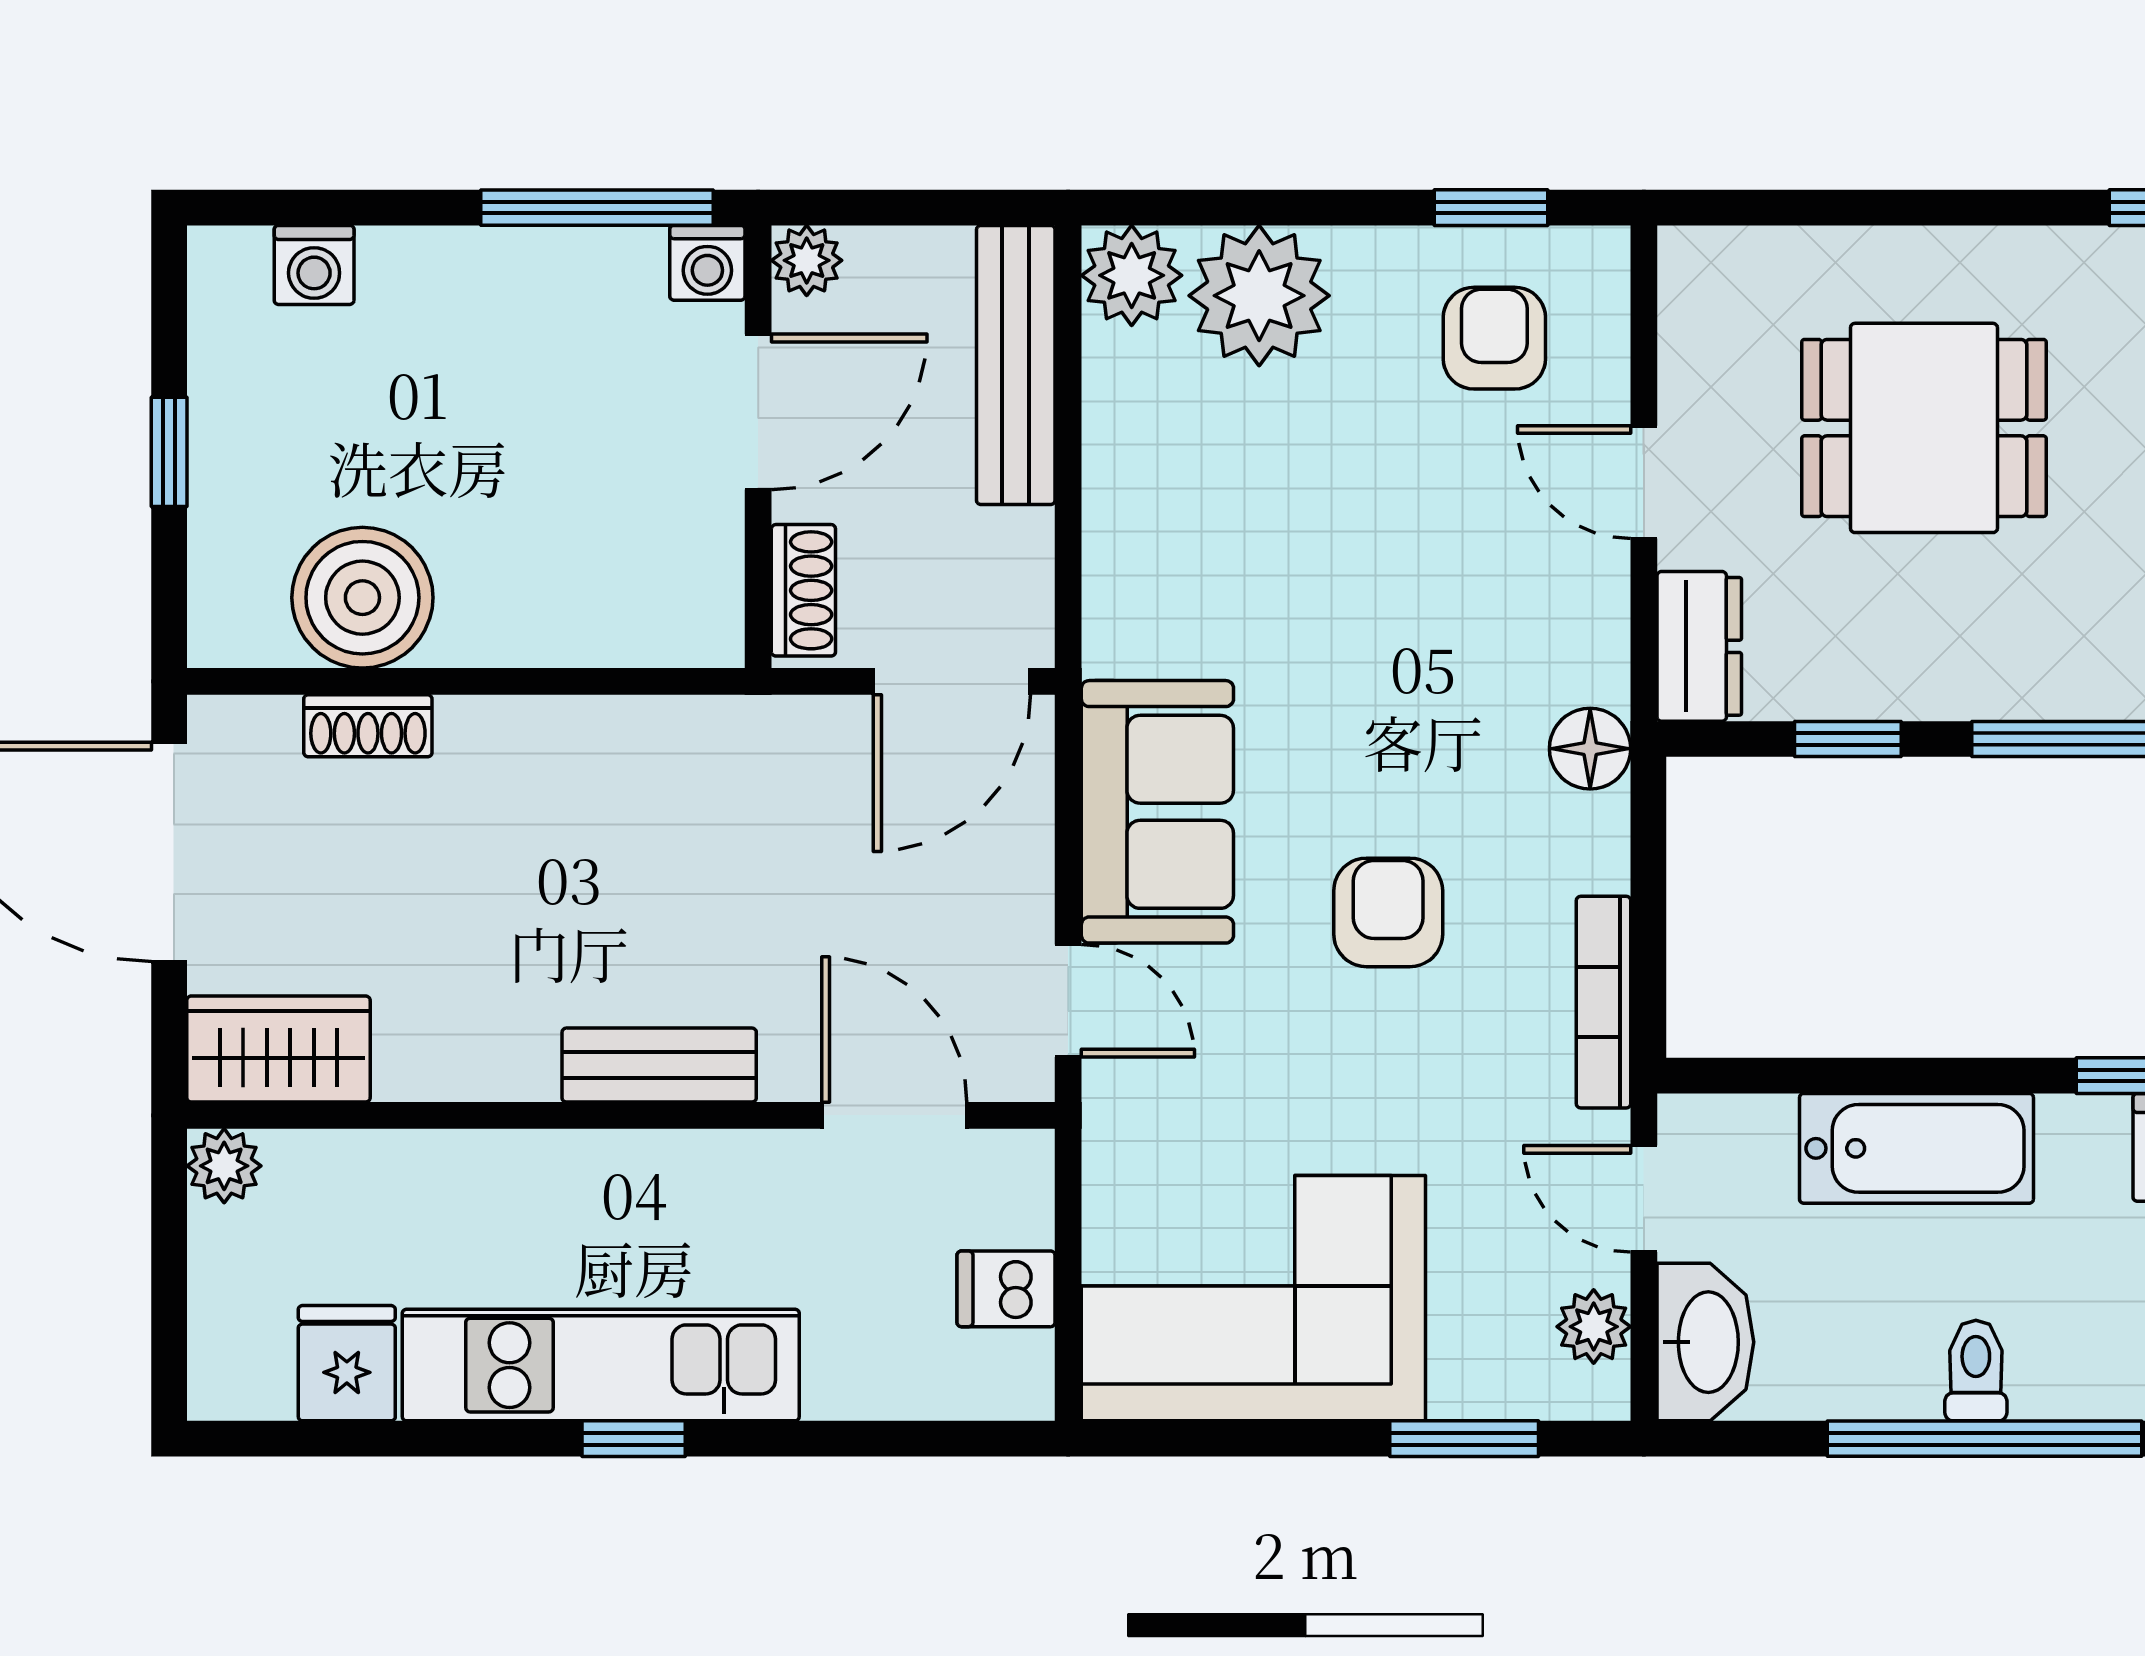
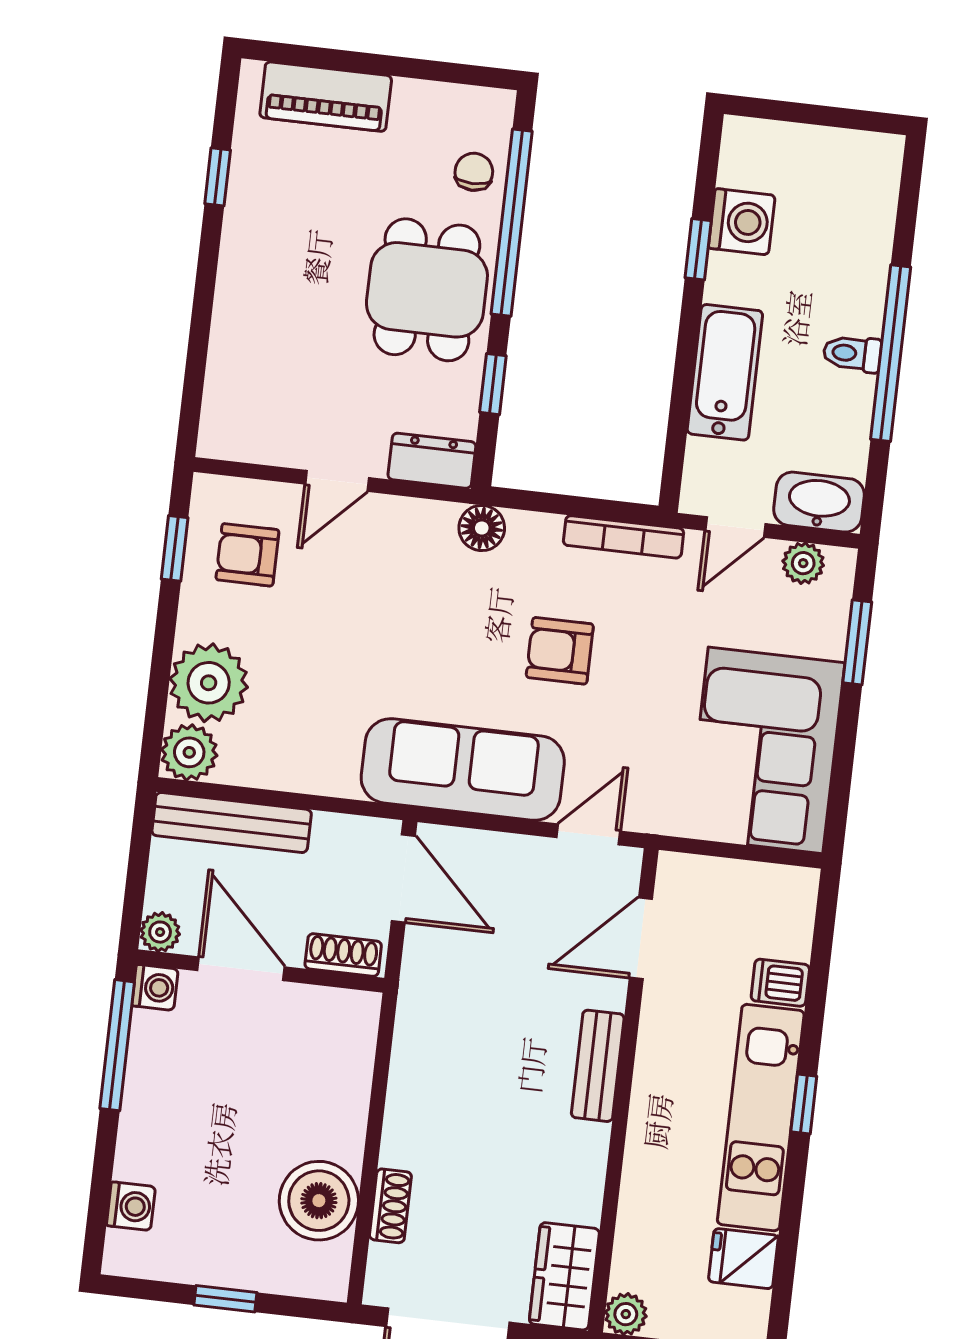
dining table: (1924, 428) -> (427, 290), moved
sofa: (1157, 812) -> (463, 769), width x1.36
dishwasher: (1006, 1289) -> (780, 983), moved, turned 90

